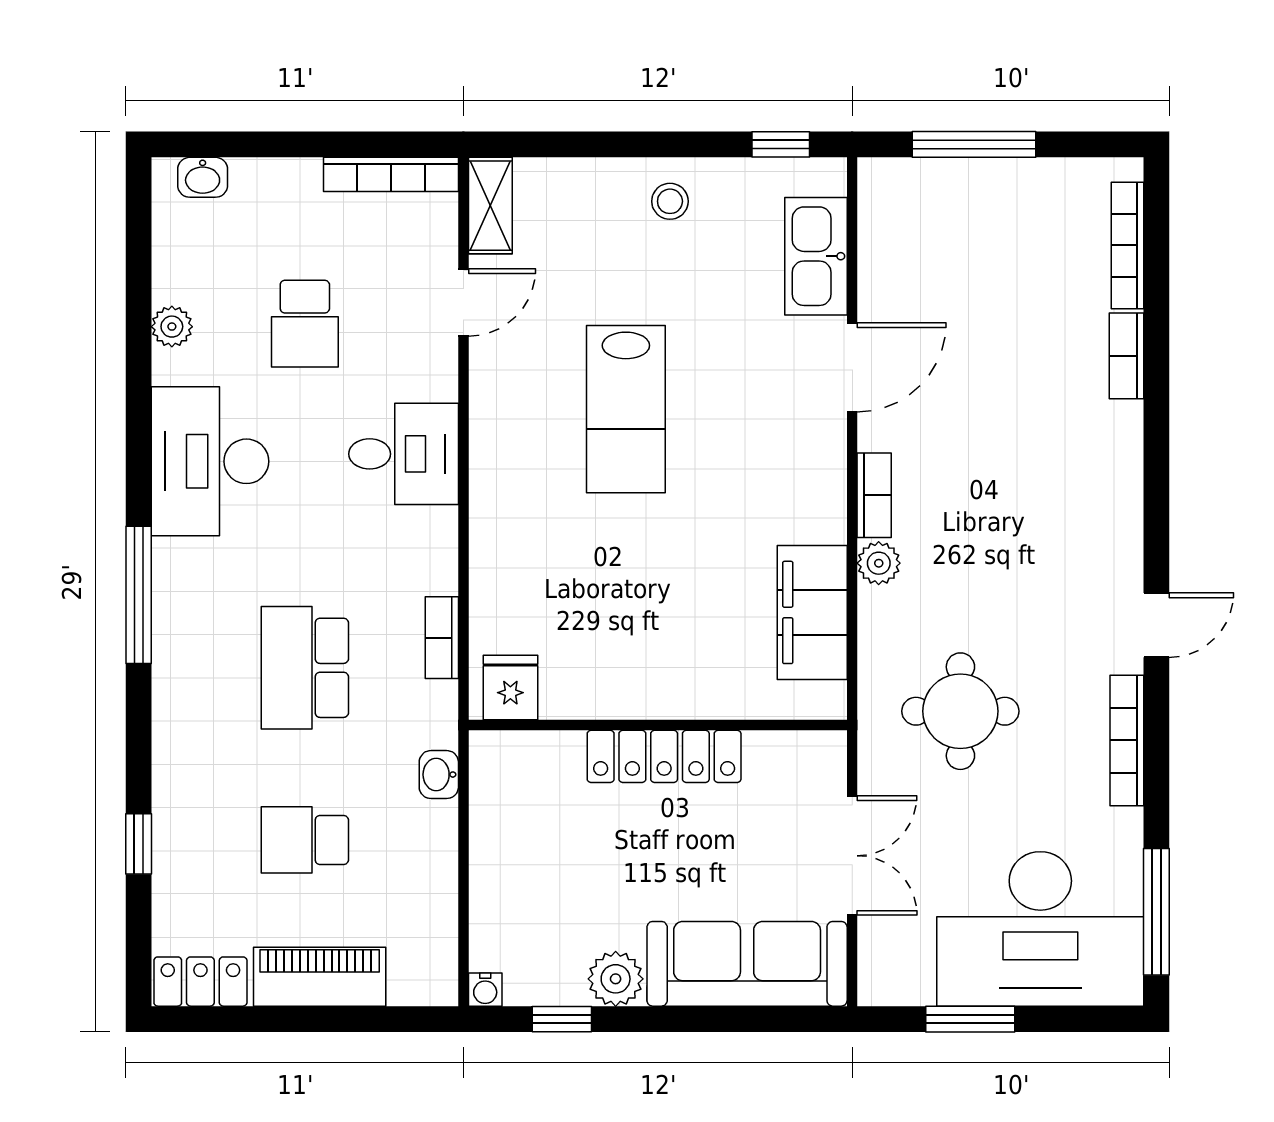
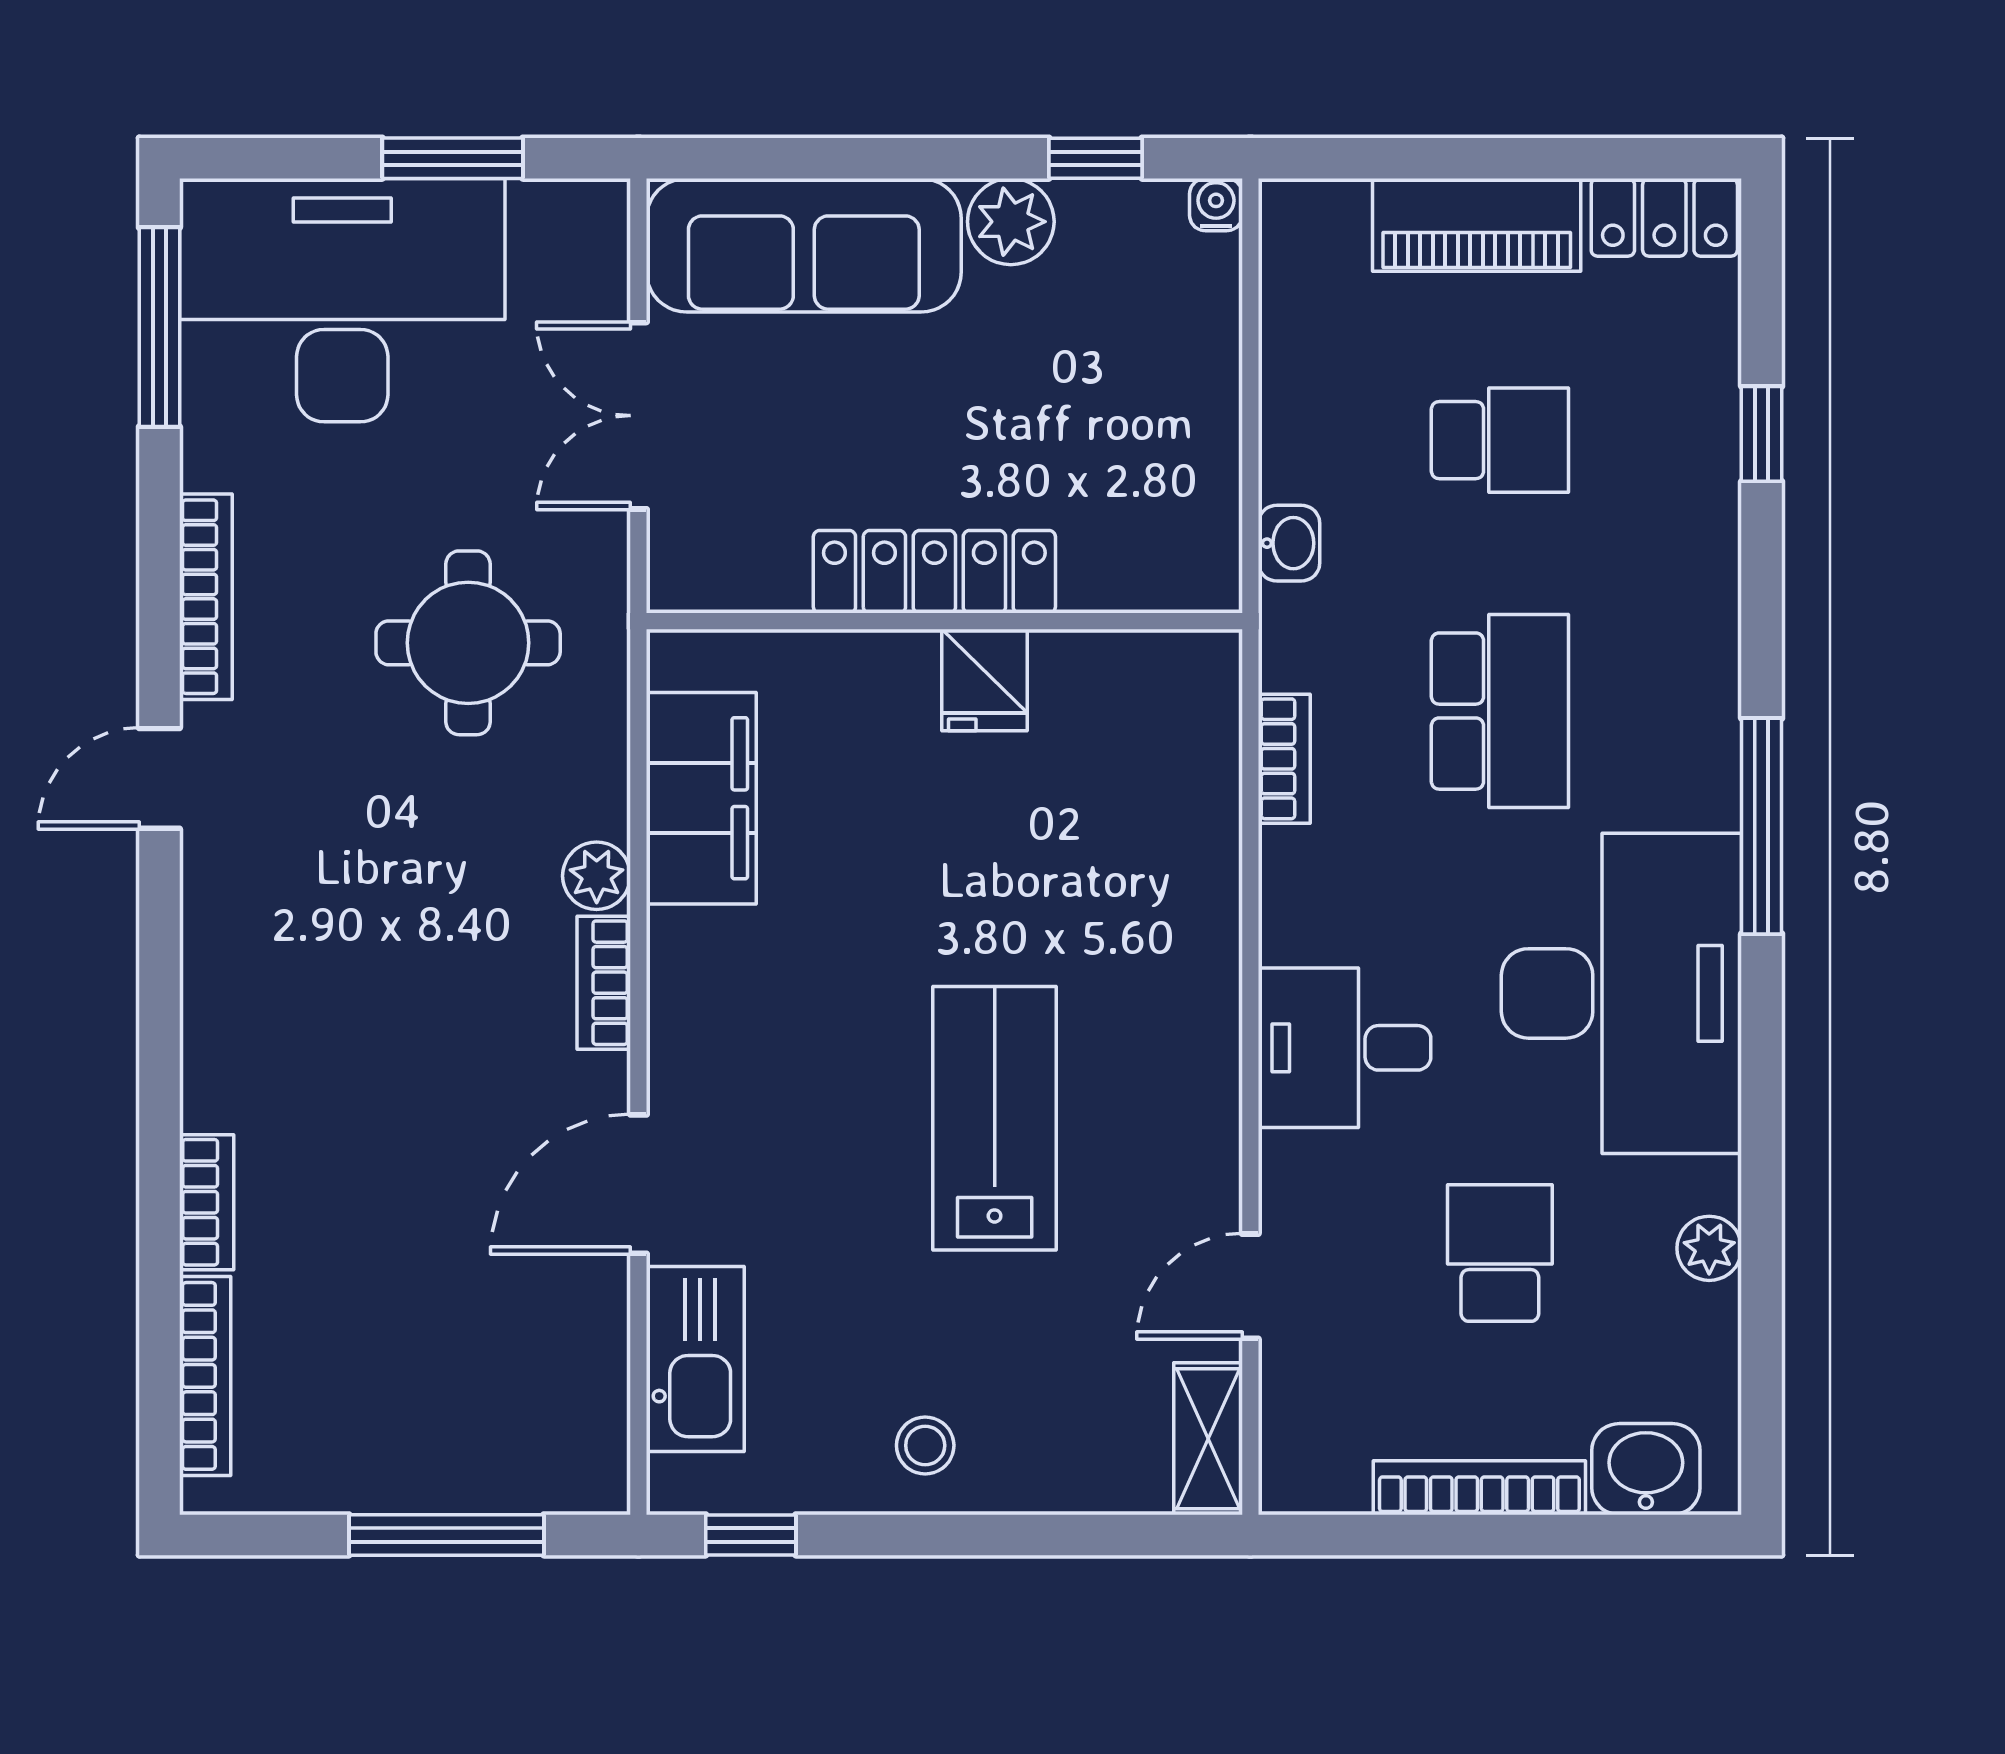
bookcase: (391, 174) -> (1479, 1488), moved
washbasin: (203, 177) -> (1646, 1469), width x1.38, depth x1.45
desk: (210, 461) -> (1621, 993), width x1.36, depth x1.30
fridge: (510, 688) -> (985, 680), moved

